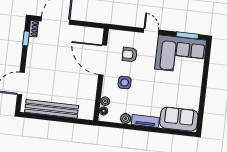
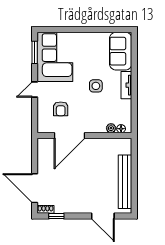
side table: (125, 83) -> (96, 86), moved
plant: (126, 119) -> (126, 105), removed

